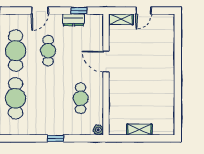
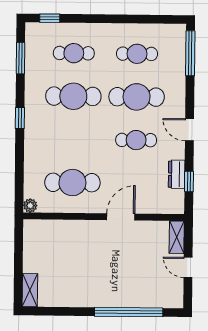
window: (178, 55) -> (129, 312), added
cafe table: (81, 98) -> (72, 183), width x1.37, depth x1.35
shelving: (139, 129) -> (30, 290), moved
window: (55, 138) -> (20, 118), moved

